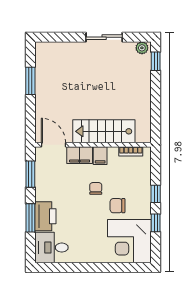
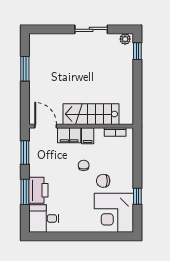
window: (156, 194) -> (137, 170), removed

